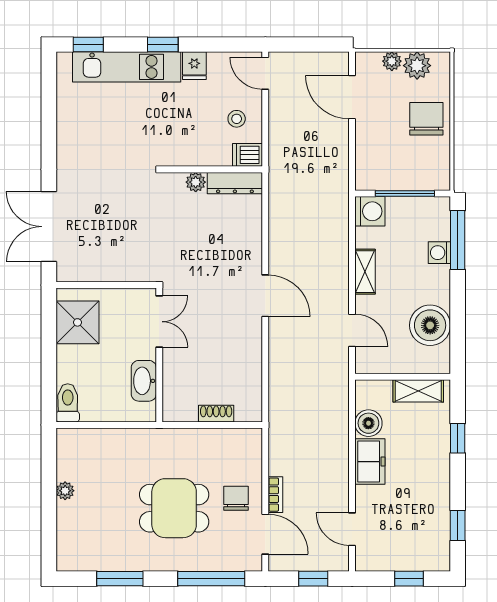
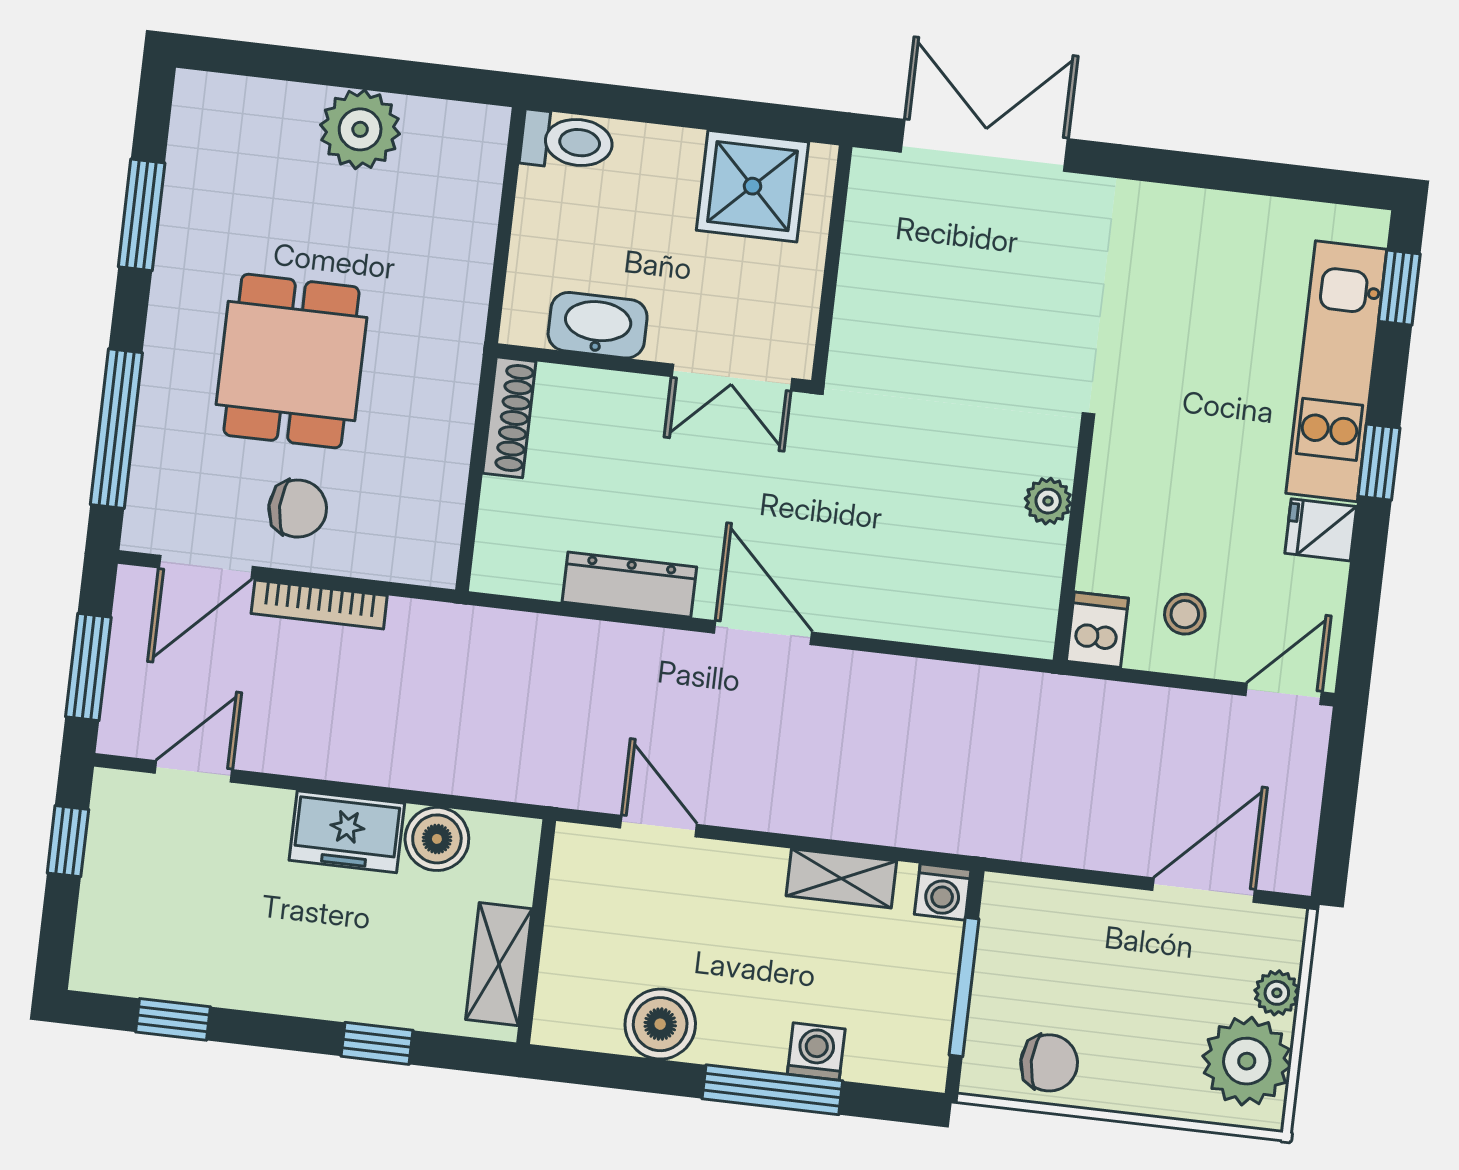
plant: (417, 66) -> (1247, 1061), width x1.36, depth x1.36
chair: (426, 119) -> (1049, 1063), moved, width x0.73, depth x0.73
dresser: (235, 183) -> (629, 585), moved, turned 90
washing machine: (370, 211) -> (943, 892), width x0.73, depth x0.73
window: (458, 240) -> (772, 1090), moved
shelving: (365, 272) -> (841, 878), moved
door: (265, 296) -> (763, 633), swing flipped
boiler: (430, 325) -> (660, 1024), width x0.73, depth x0.73
door: (352, 330) -> (659, 826), swing flipped
shoe rack: (216, 414) -> (509, 417), moved, width x1.43
plant: (65, 491) -> (360, 129), width x1.88, depth x1.88
bookcase: (275, 495) -> (319, 604), width x1.56
window: (313, 579) -> (88, 667), width x1.50
window: (409, 579) -> (68, 841), moved

